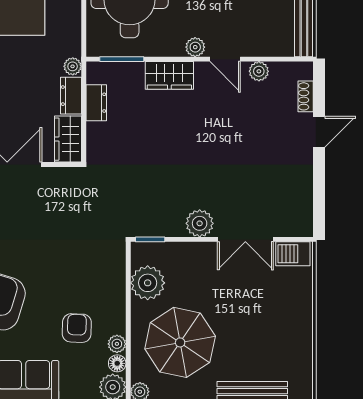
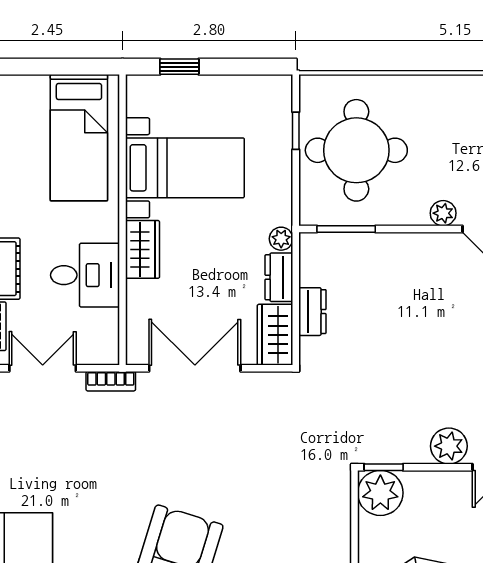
wardrobe: (169, 75) -> (409, 251), removed
dresser: (96, 103) -> (312, 312), moved
plant: (148, 283) -> (380, 493), moved

